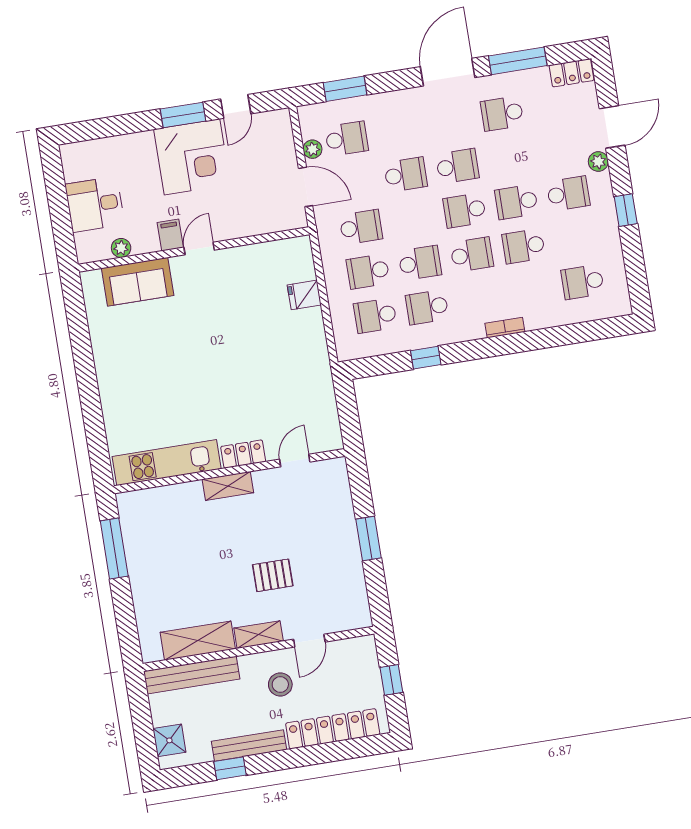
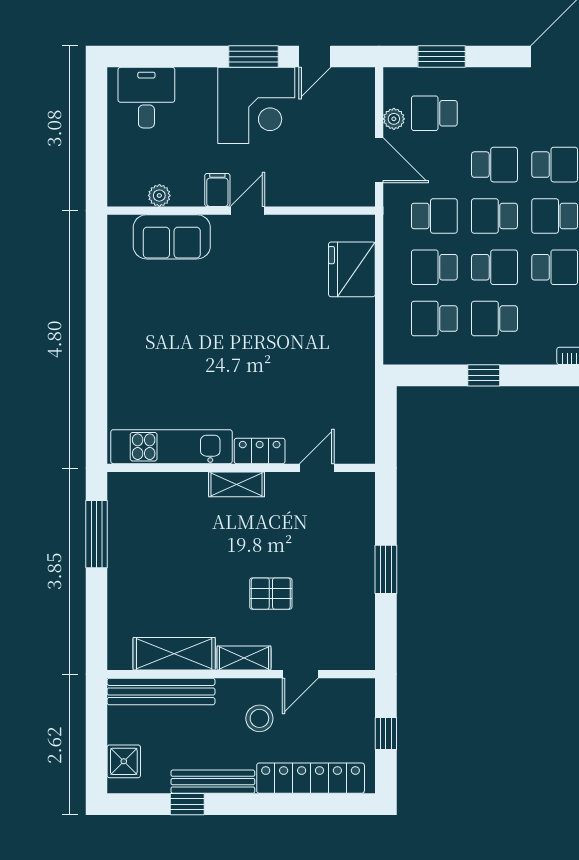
school desk: (347, 139) -> (434, 113), turned 180
desk: (95, 204) -> (146, 98), moved, turned 90
school desk: (413, 219) -> (494, 216), added
fridge: (304, 295) -> (352, 269), width x1.88, depth x1.34

